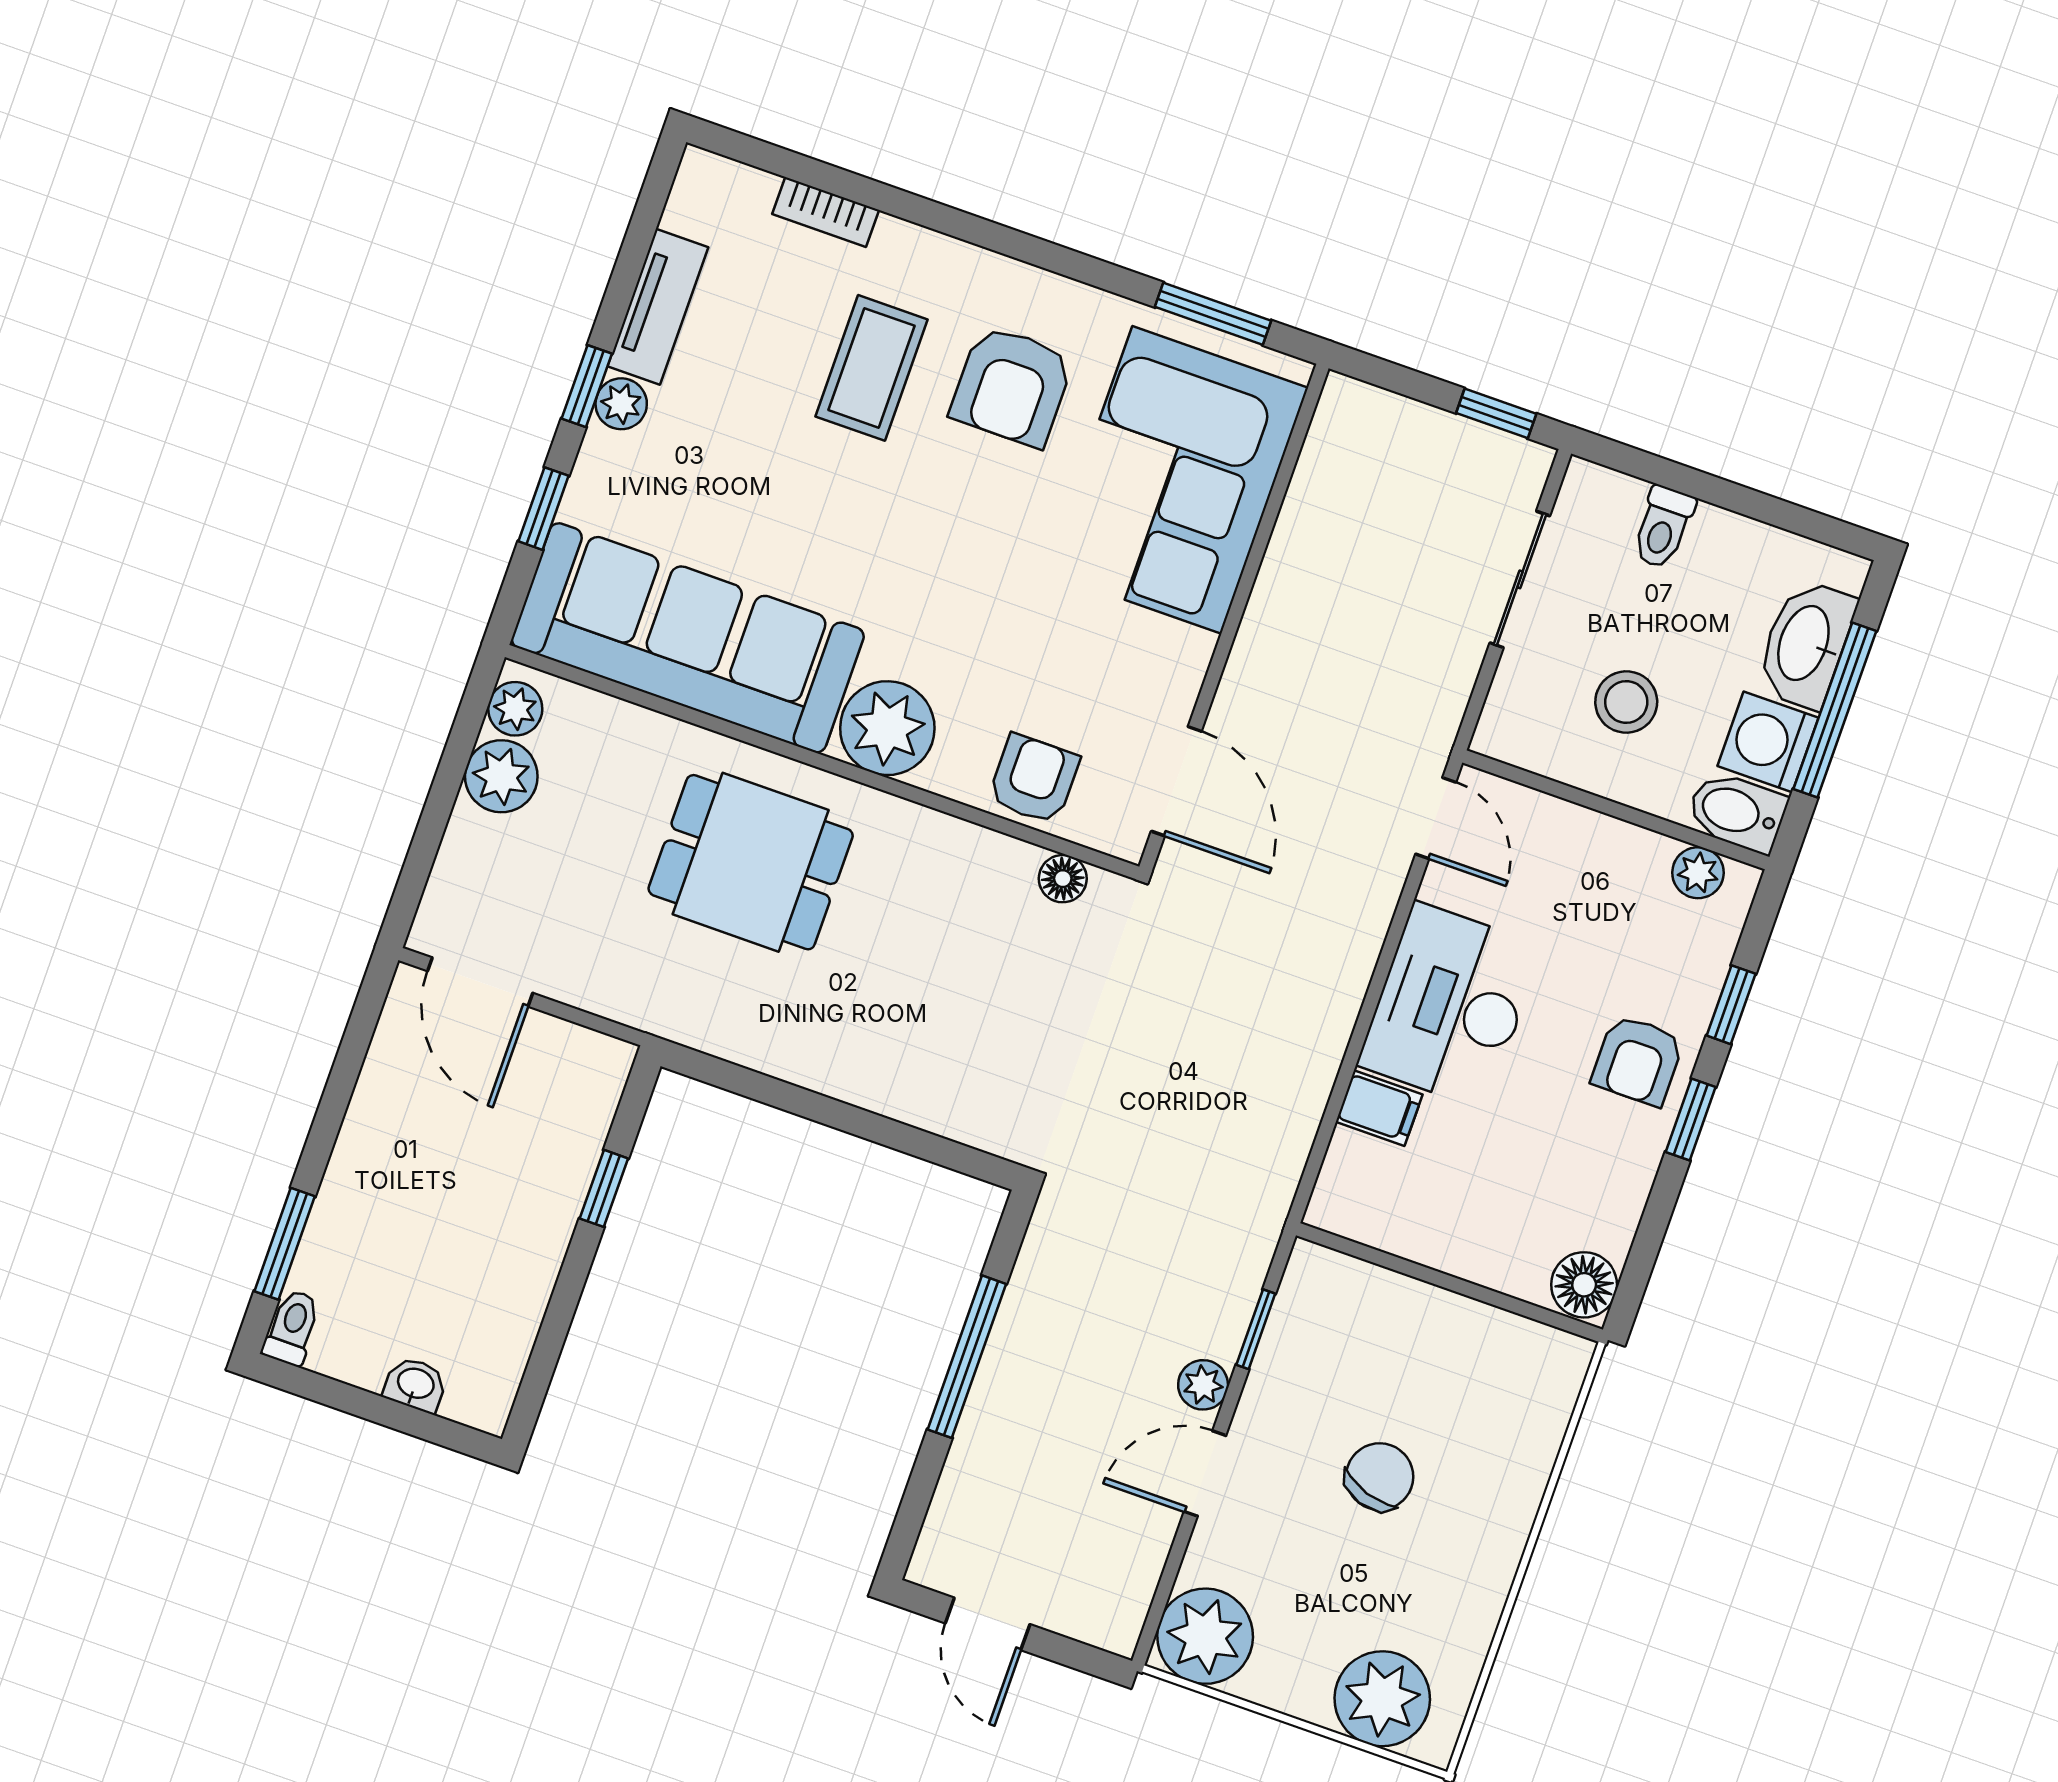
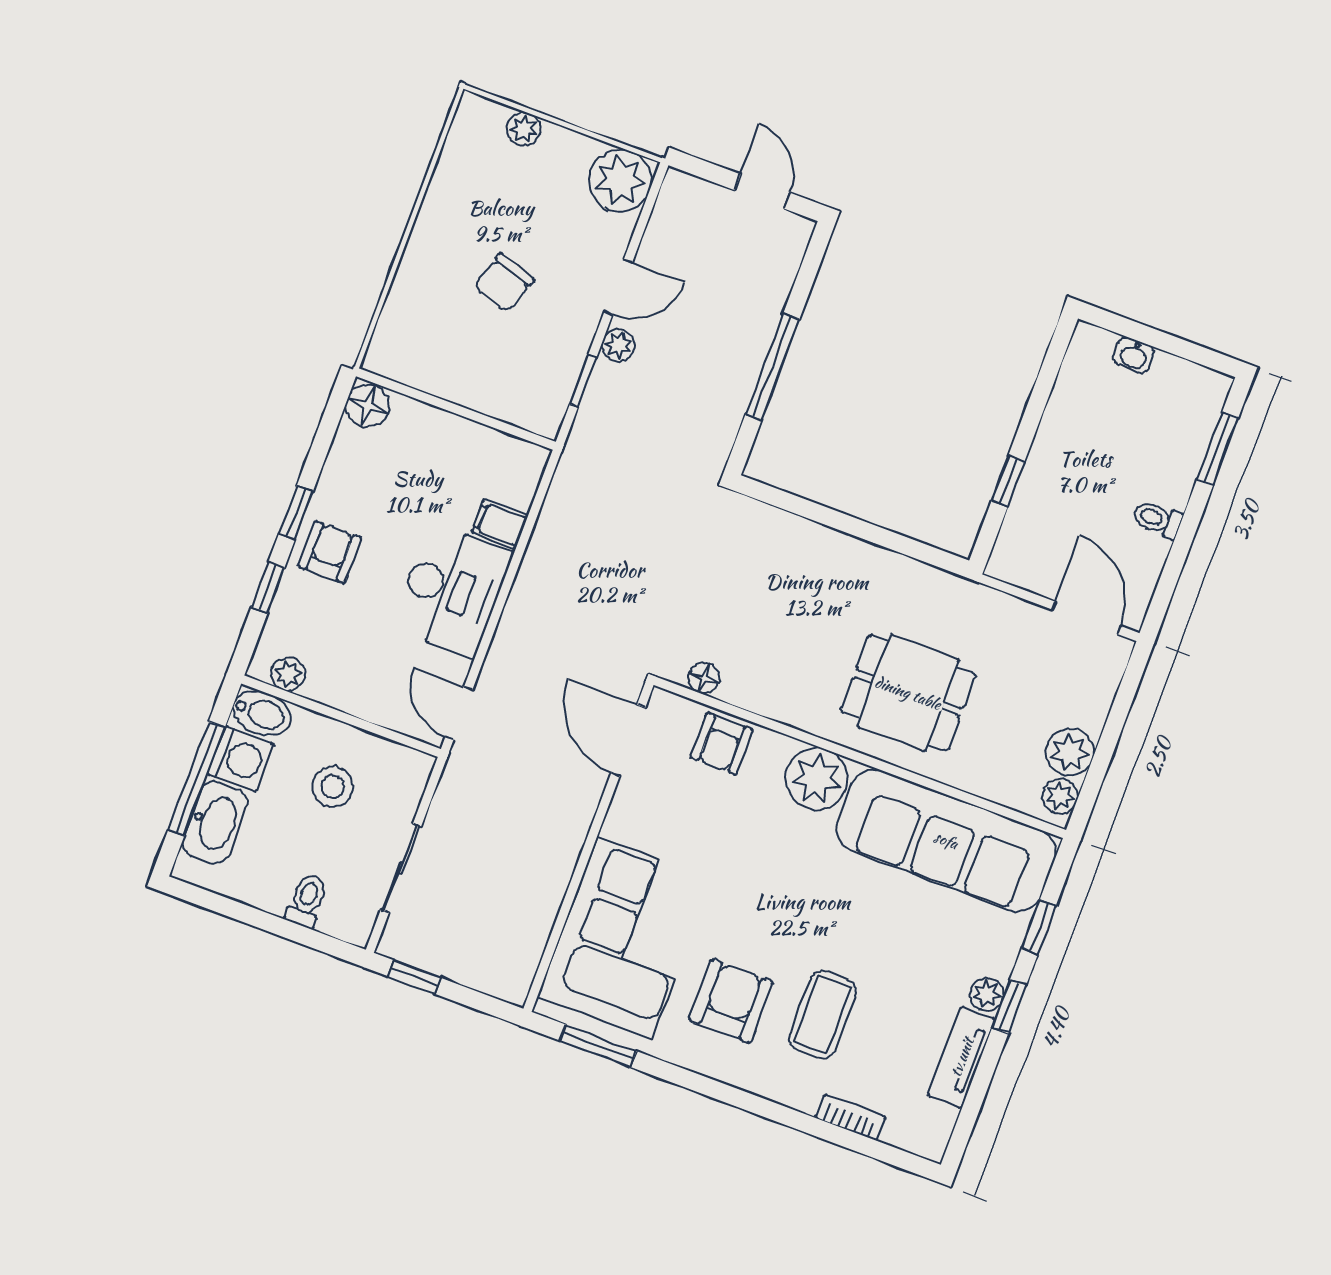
toilet: (292, 1327) -> (1157, 519), moved, turned 90
plant: (1382, 1699) -> (524, 129), width x0.53, depth x0.53

